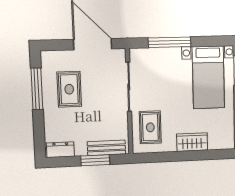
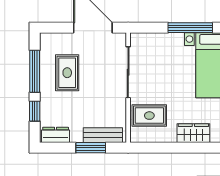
window: (170, 42) -> (190, 28), moved
rug: (150, 127) -> (149, 116), turned 90
window: (39, 128) -> (35, 111), added

